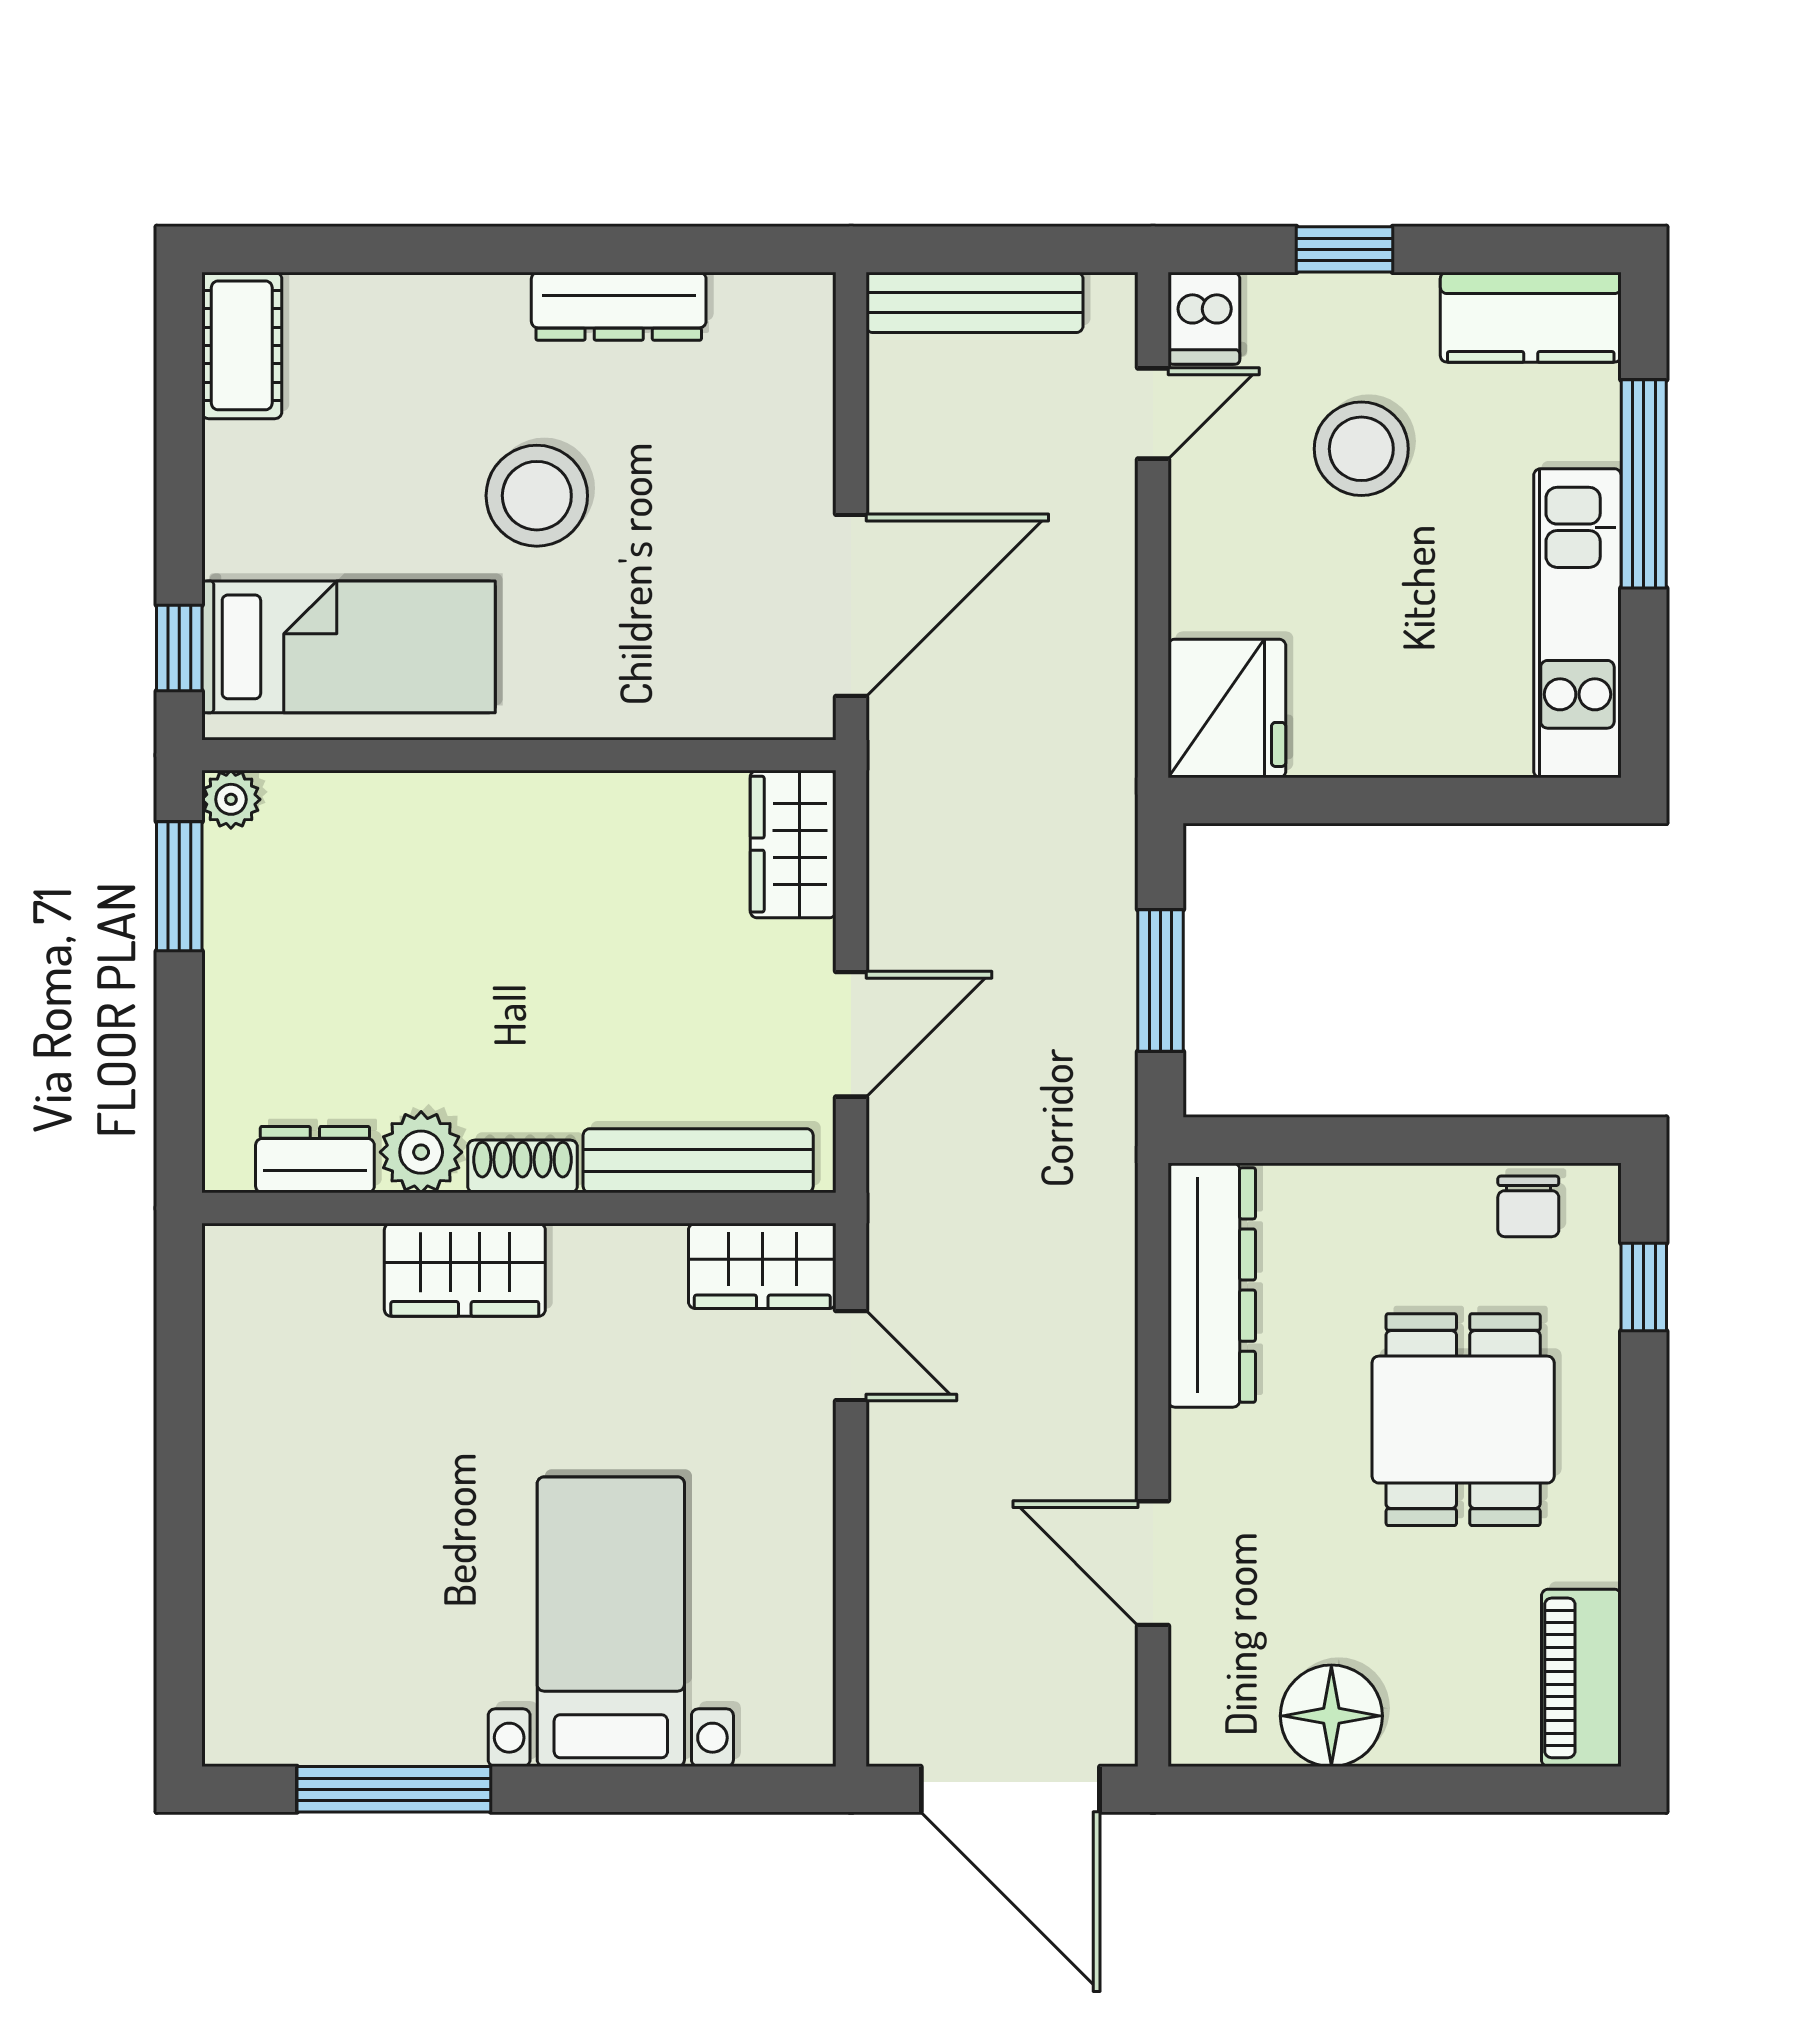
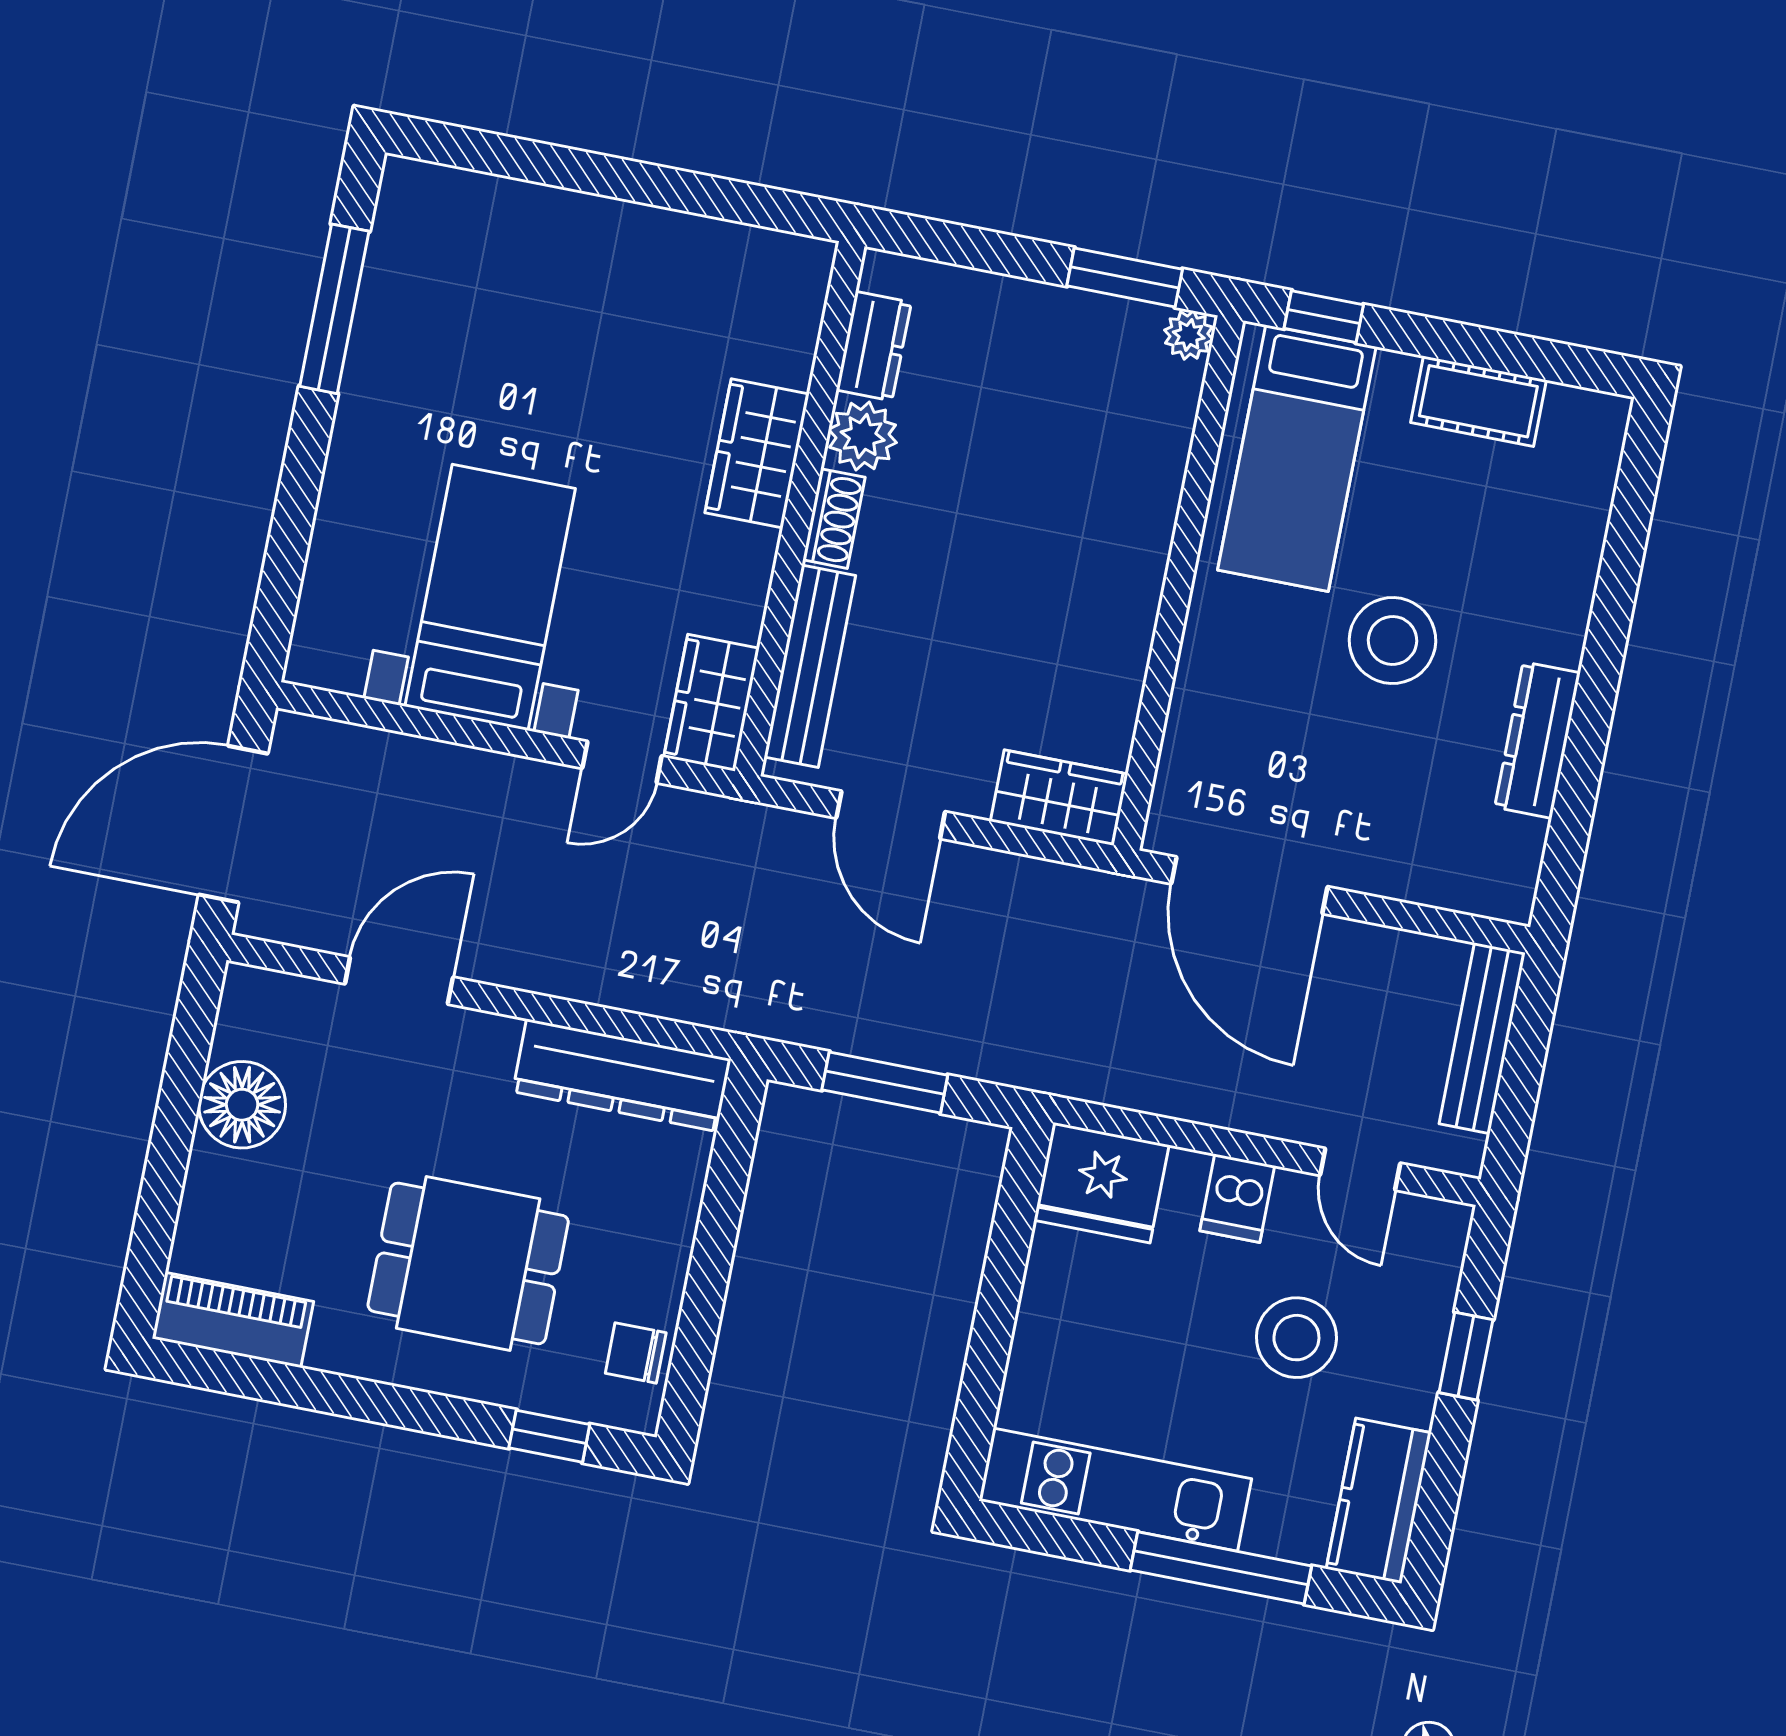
dishwasher: (1204, 318) -> (1237, 1198), moved, turned -90
cot: (242, 345) -> (1478, 401), moved
bed with nightstands: (611, 1622) -> (490, 597), moved, turned -90

